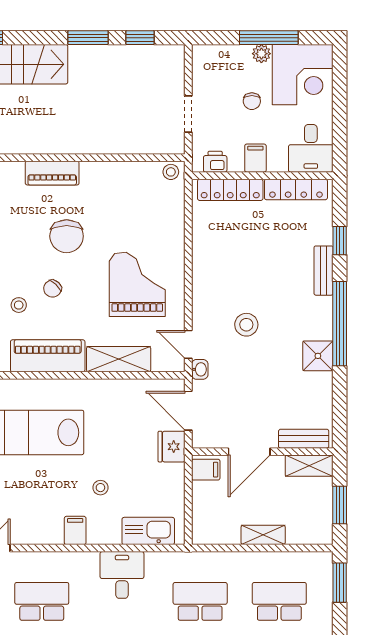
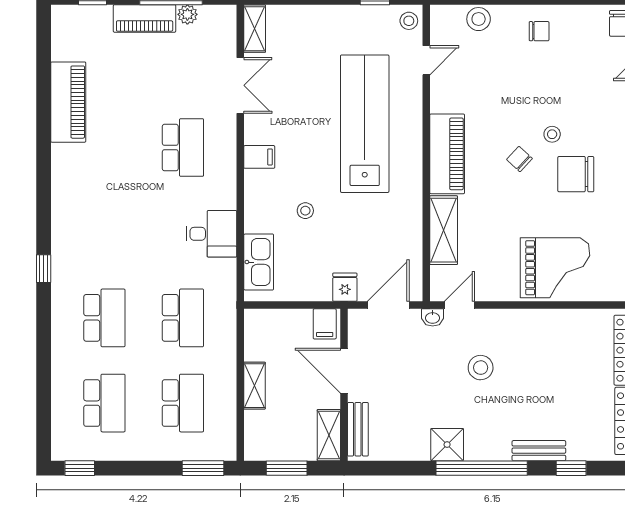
grand piano: (137, 284) -> (555, 268), moved
stool: (19, 305) -> (552, 134), moved
fridge: (172, 447) -> (345, 287), width x0.72
filing cabinet: (75, 530) -> (259, 157), moved

